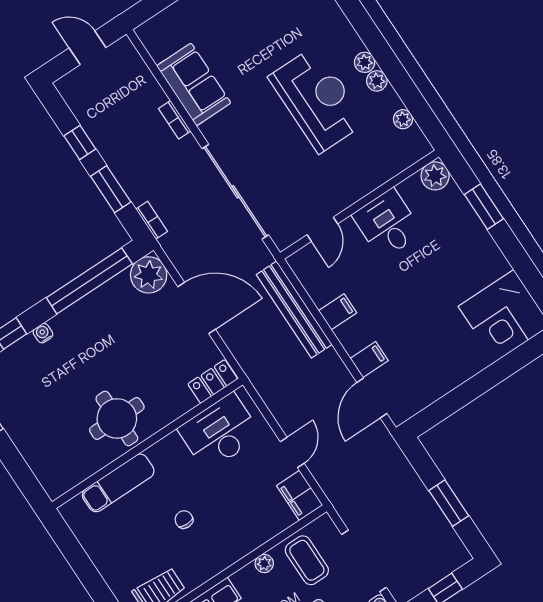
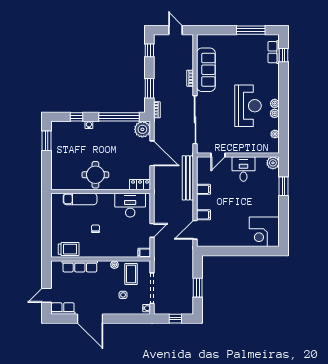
sofa: (194, 84) -> (206, 70), width x1.36
window: (80, 142) -> (149, 50), moved
filing cabinet: (300, 495) -> (144, 253), width x0.50

